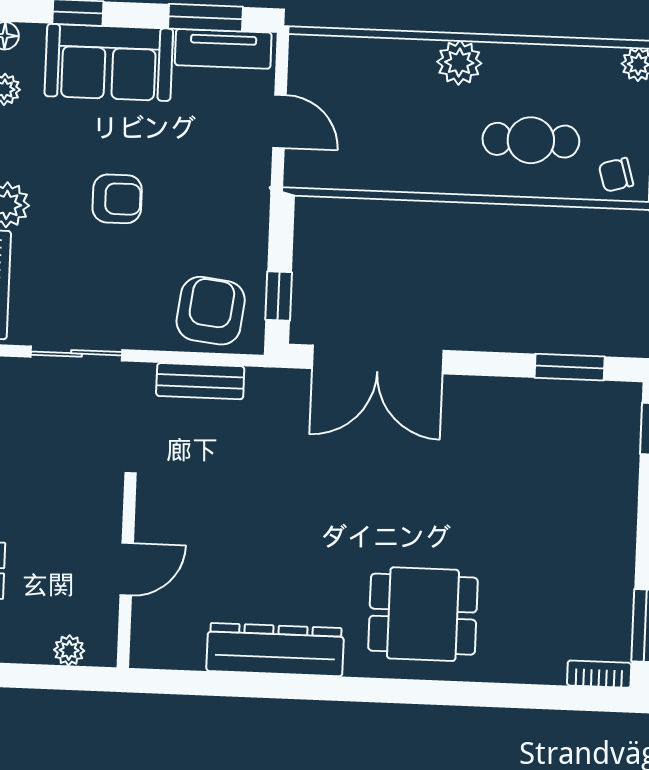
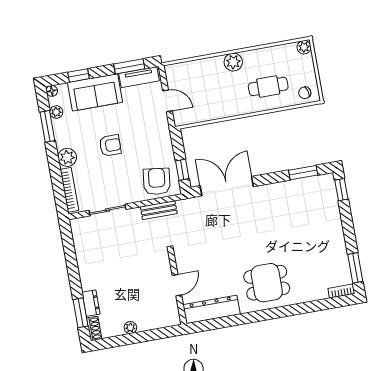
double door: (378, 359) -> (227, 186), swing flipped
door: (127, 569) -> (177, 285), moved
wall: (126, 576) -> (177, 288), moved

